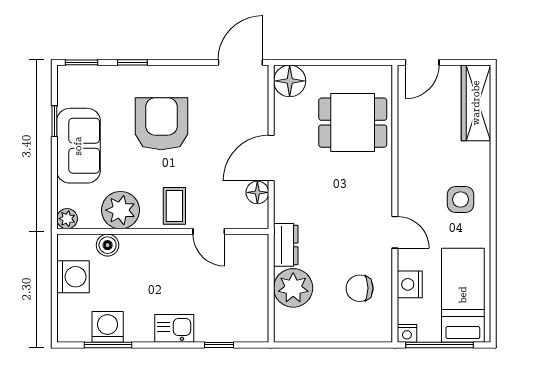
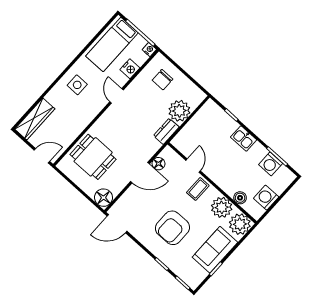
plant: (67, 219) -> (240, 224), width x1.88, depth x1.88
chair: (360, 288) -> (162, 80), moved, turned 90

